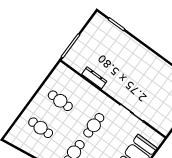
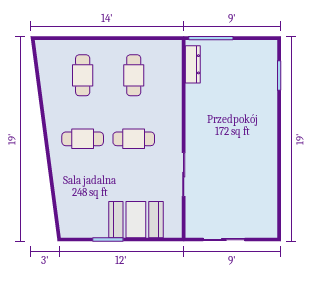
dresser: (94, 78) -> (193, 64), moved

